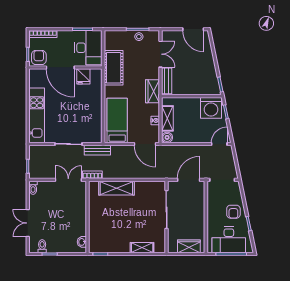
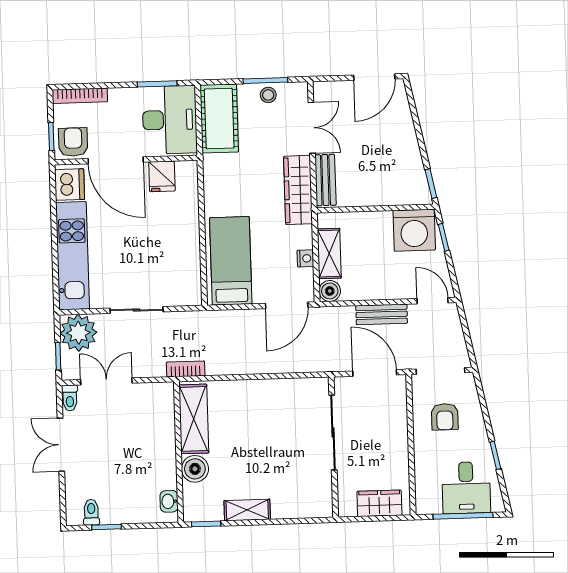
door: (193, 29) -> (374, 77), hinge flipped
cot: (114, 68) -> (219, 118), moved
dishwasher: (36, 79) -> (70, 185), added
wardrobe: (153, 91) -> (298, 190), width x1.50
door: (145, 144) -> (287, 305), hinge flipped
door: (219, 144) -> (433, 301), hinge flipped
bench: (97, 150) -> (382, 314), moved
plant: (38, 155) -> (78, 333), added
double door: (68, 180) -> (106, 381), moved
door: (189, 180) -> (375, 373), hinge flipped
shelving: (116, 188) -> (194, 419), moved, turned 90
armchair: (233, 212) -> (445, 417), moved
double door: (28, 223) -> (61, 445), moved
boiler: (96, 226) -> (195, 469), added
desk: (229, 240) -> (466, 488), width x0.73
shelving: (142, 248) -> (247, 510), moved

